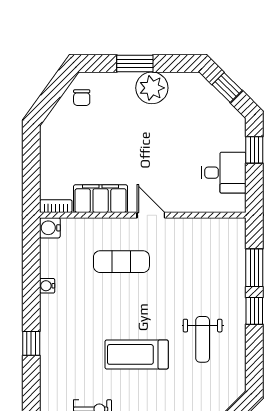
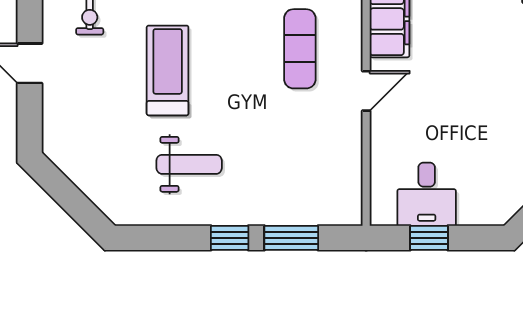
window: (254, 150) -> (429, 238), moved
weight bench: (203, 339) -> (189, 164), turned 180

